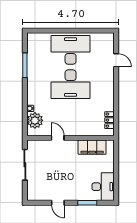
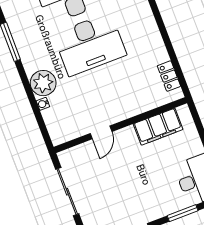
plant: (35, 120) -> (43, 83), moved
door: (58, 138) -> (101, 132), swing flipped

